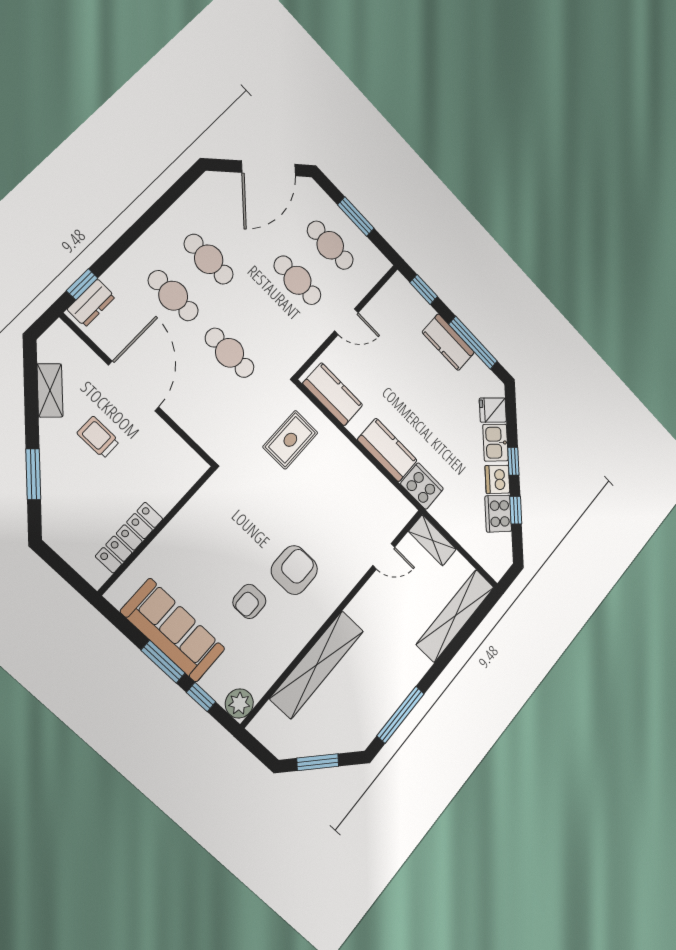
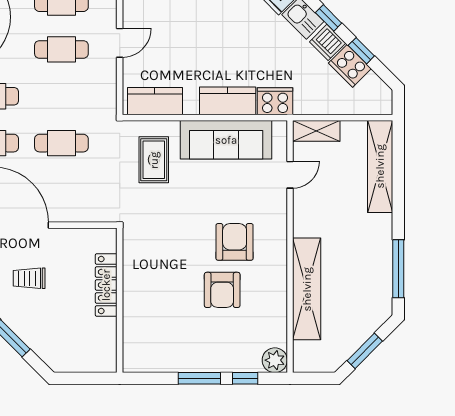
locker: (129, 537) -> (106, 285), moved
armchair: (249, 601) -> (222, 290), width x1.38, depth x1.38
sofa: (173, 630) -> (226, 140), moved, turned 180

